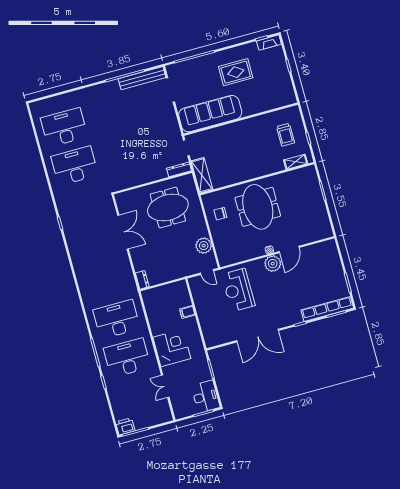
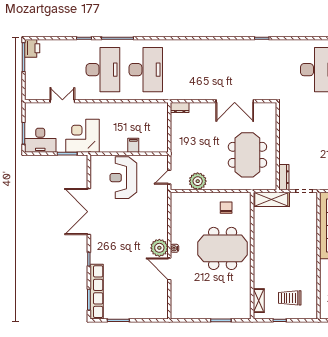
reception desk: (238, 290) -> (123, 178), moved, turned -90
corner desk: (172, 348) -> (83, 136), moved, turned 180

